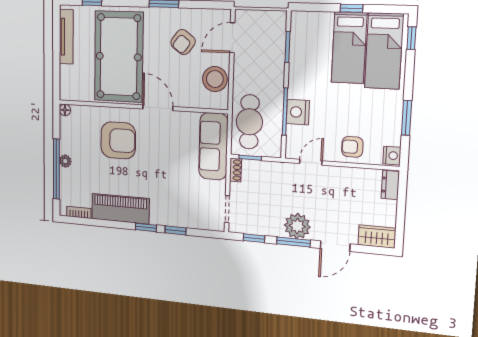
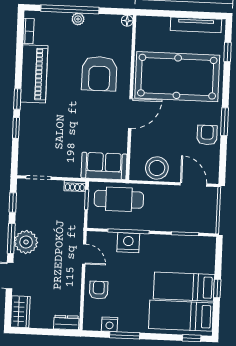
armchair: (183, 42) -> (207, 135), moved, turned 53
sofa: (213, 146) -> (104, 166), width x0.73
nightstand: (392, 156) -> (110, 324), moved

